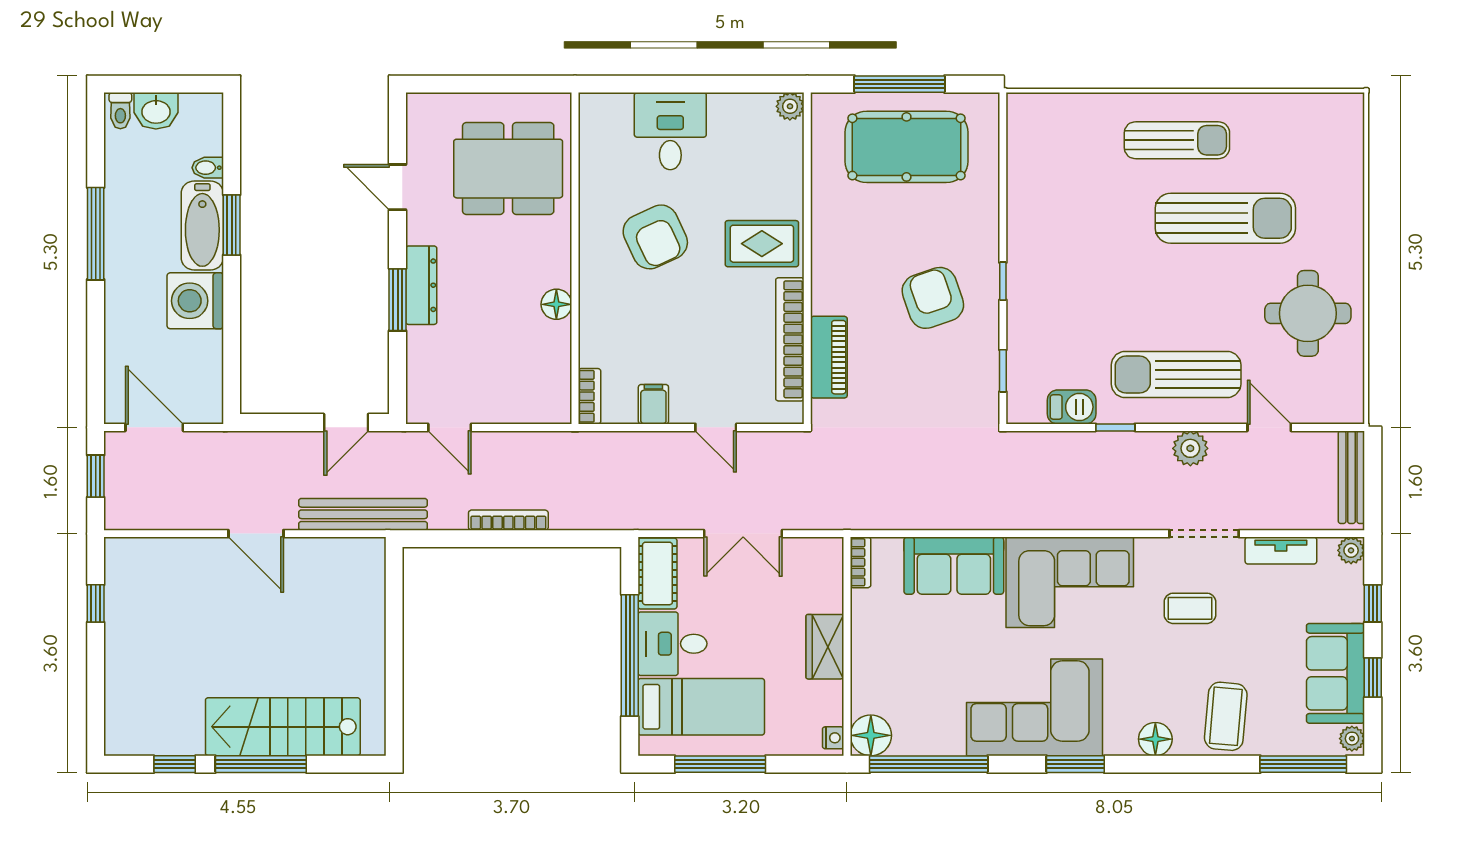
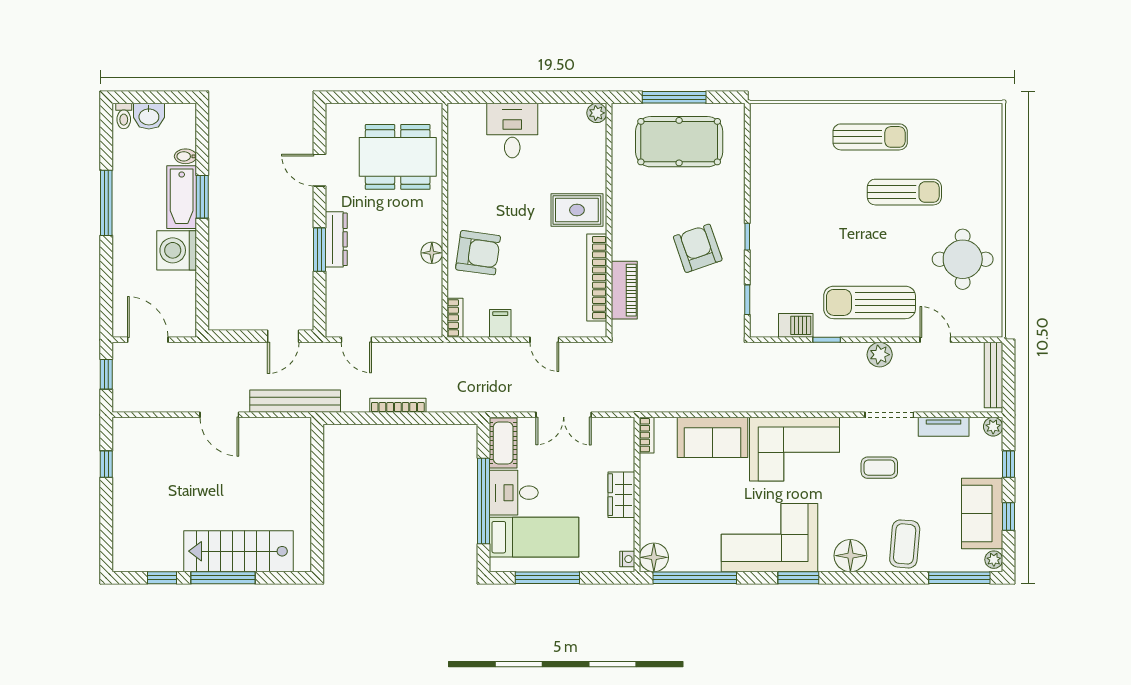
sun lounger: (1225, 218) -> (904, 192), width x0.73, depth x0.75
armchair: (655, 237) -> (478, 253), moved, turned -57
floor lamp: (1155, 739) -> (850, 556), width x1.38, depth x1.38

